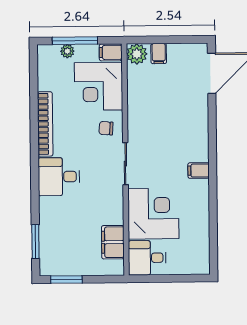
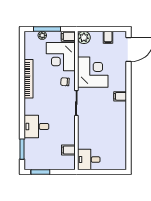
filing cabinet: (159, 54) -> (108, 37), moved
filing cabinet: (199, 170) -> (120, 96), moved
desk: (59, 177) -> (36, 126), moved
corner desk: (153, 214) -> (93, 72), moved
filing cabinet: (113, 242) -> (68, 150), width x0.50

